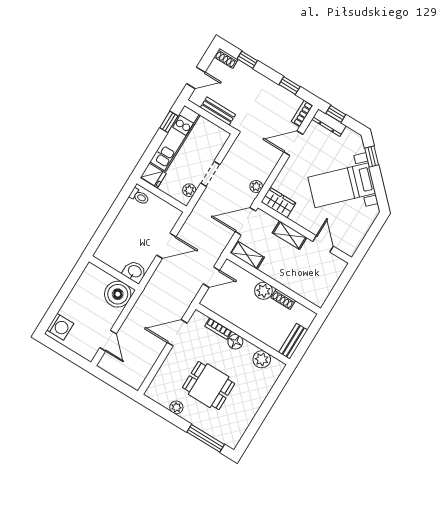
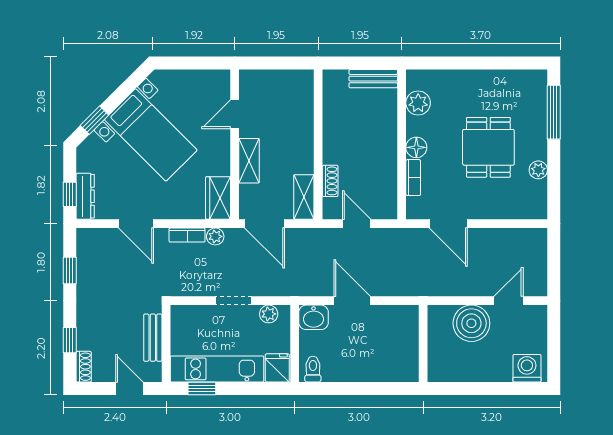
bookcase: (302, 114) -> (187, 235), moved
washbasin: (135, 272) -> (314, 317), moved, turned -90
plant: (263, 291) -> (335, 151), removed
boiler: (118, 294) -> (471, 323), moved
shoe rack: (283, 299) -> (330, 181), moved

